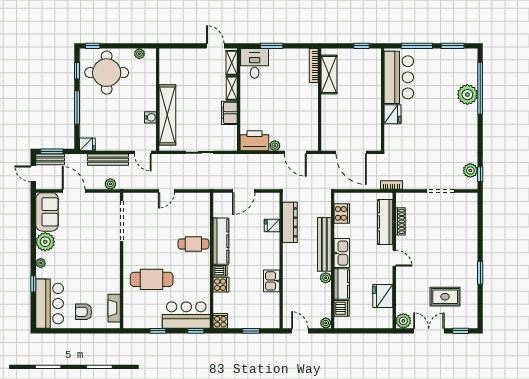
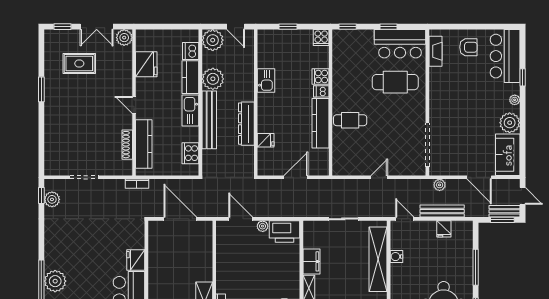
fridge: (87, 144) -> (444, 229), moved, turned -90
dresser: (290, 222) -> (246, 124), moved
plant: (326, 278) -> (213, 79), width x1.88, depth x1.88
bar counter: (186, 315) -> (400, 44), moved
plant: (326, 323) -> (213, 40), width x1.87, depth x1.87

